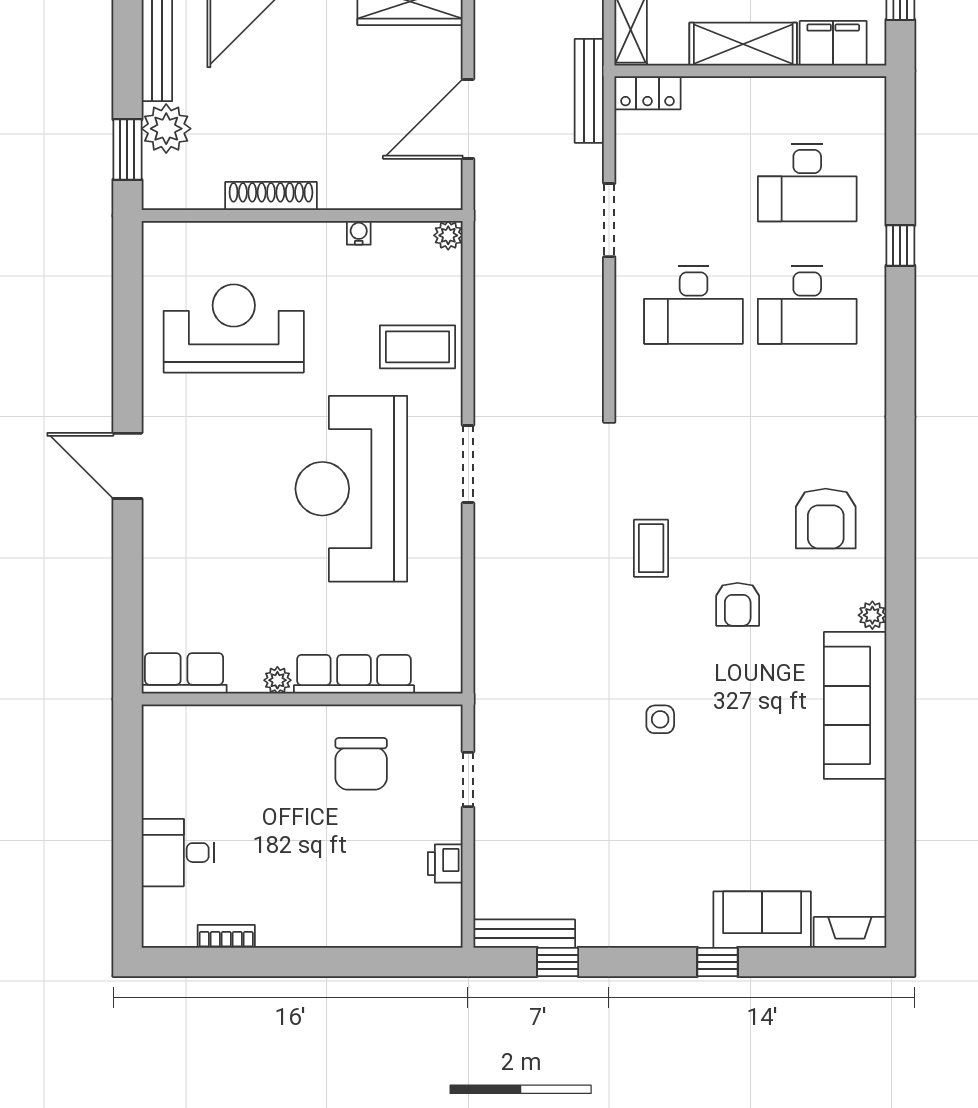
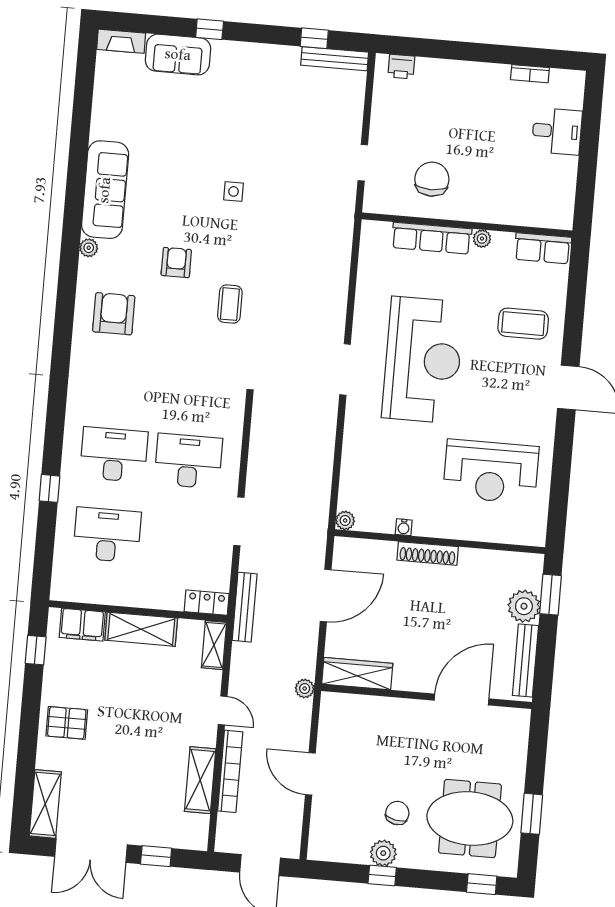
shoe rack: (271, 196) -> (428, 553), moved
coffee table: (418, 347) -> (523, 324), moved
printer: (445, 864) -> (401, 67), moved, turned 90

